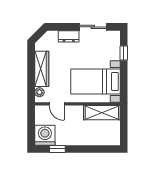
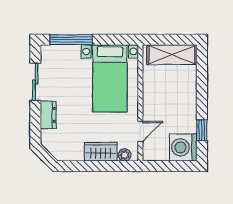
window: (124, 53) -> (71, 40), width x2.17
wardrobe: (42, 69) -> (101, 152), width x0.67
shelving: (102, 113) -> (172, 55), moved, turned 90

